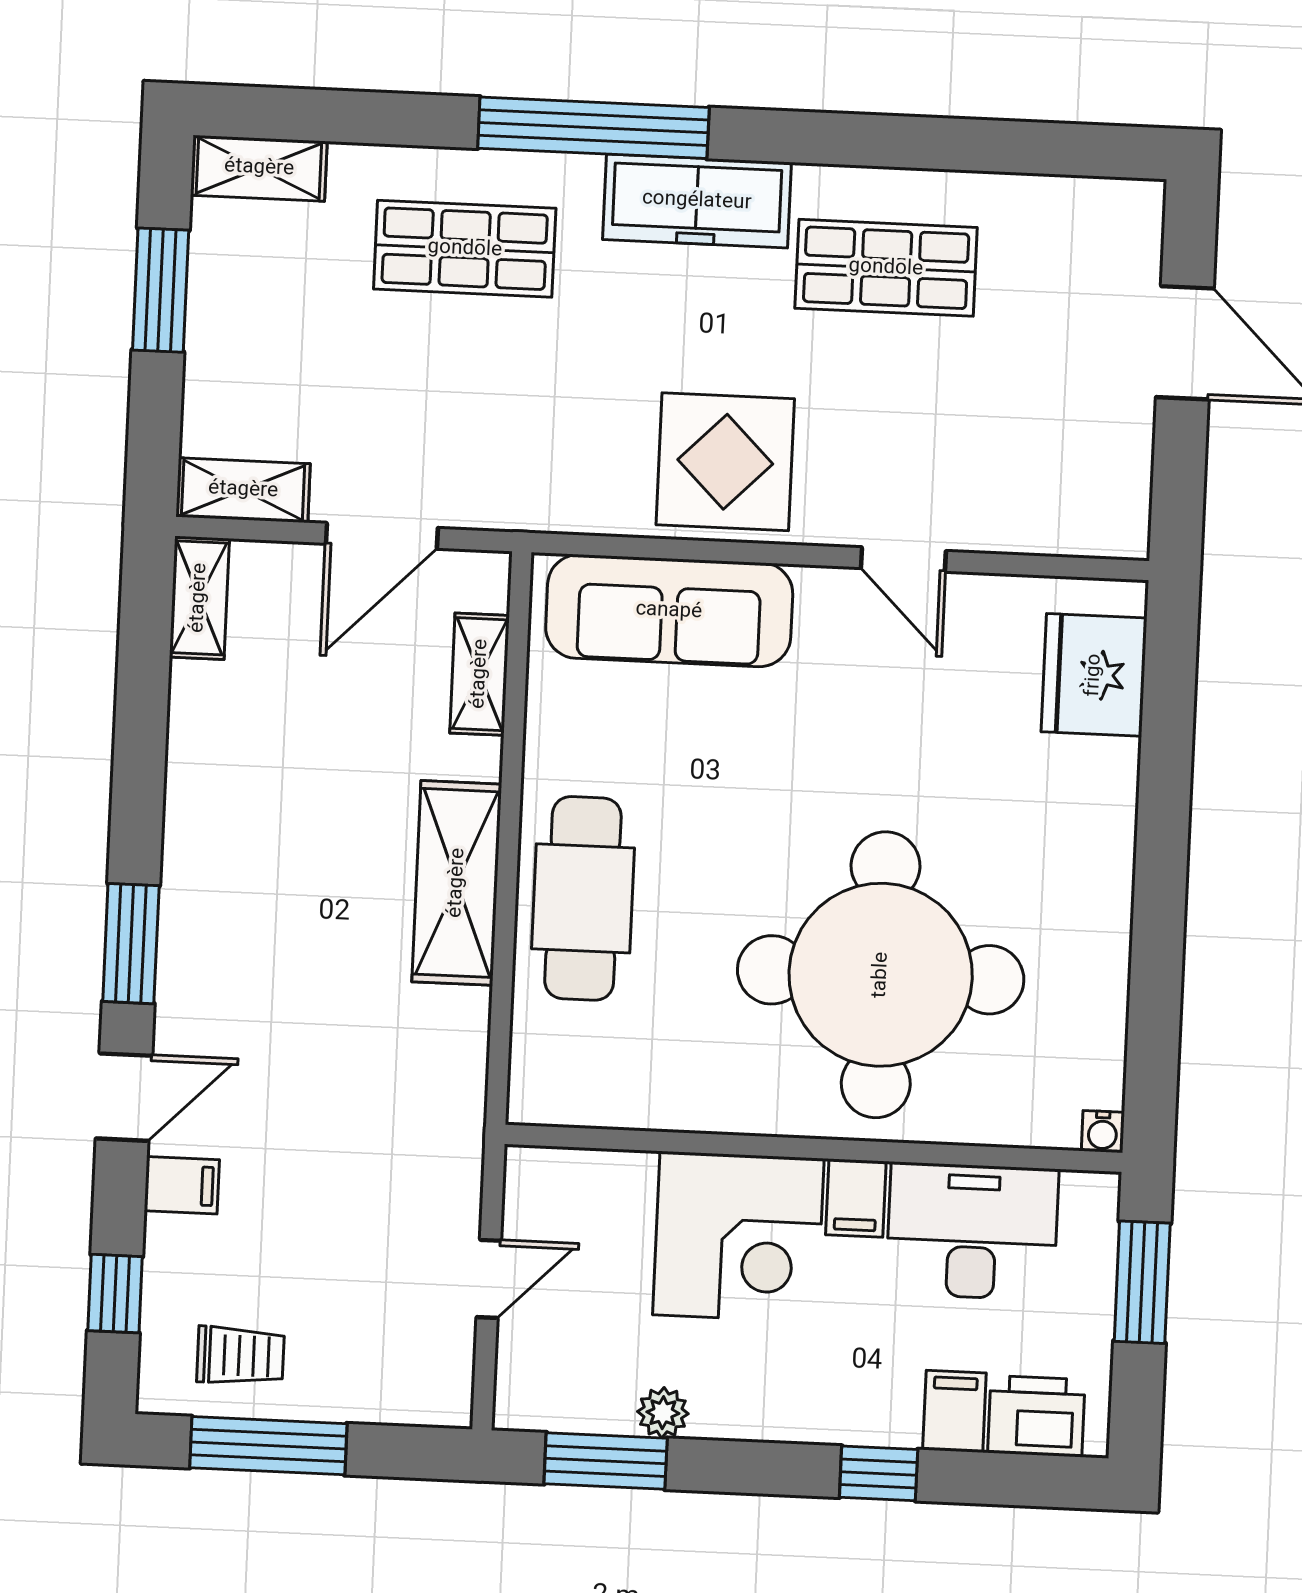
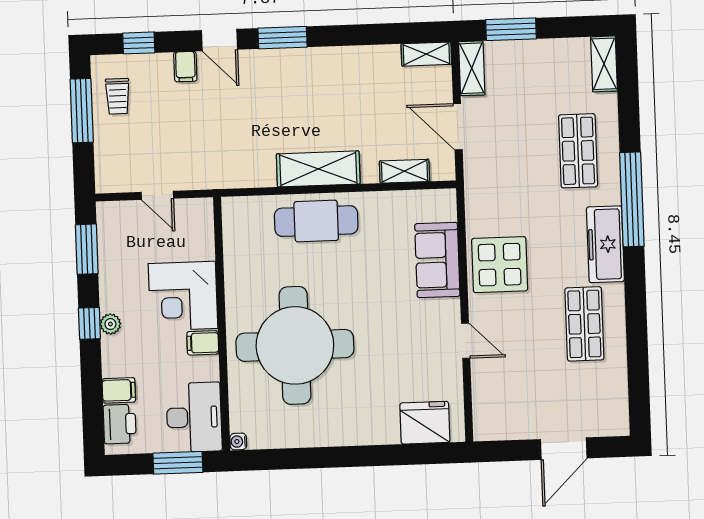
window: (161, 290) -> (511, 29), moved
door: (903, 559) -> (466, 341), swing flipped
sofa: (669, 611) -> (437, 260), width x0.73
desk: (972, 1231) -> (194, 417), moved
plant: (663, 1413) -> (110, 324), moved
window: (879, 1473) -> (89, 323), moved

